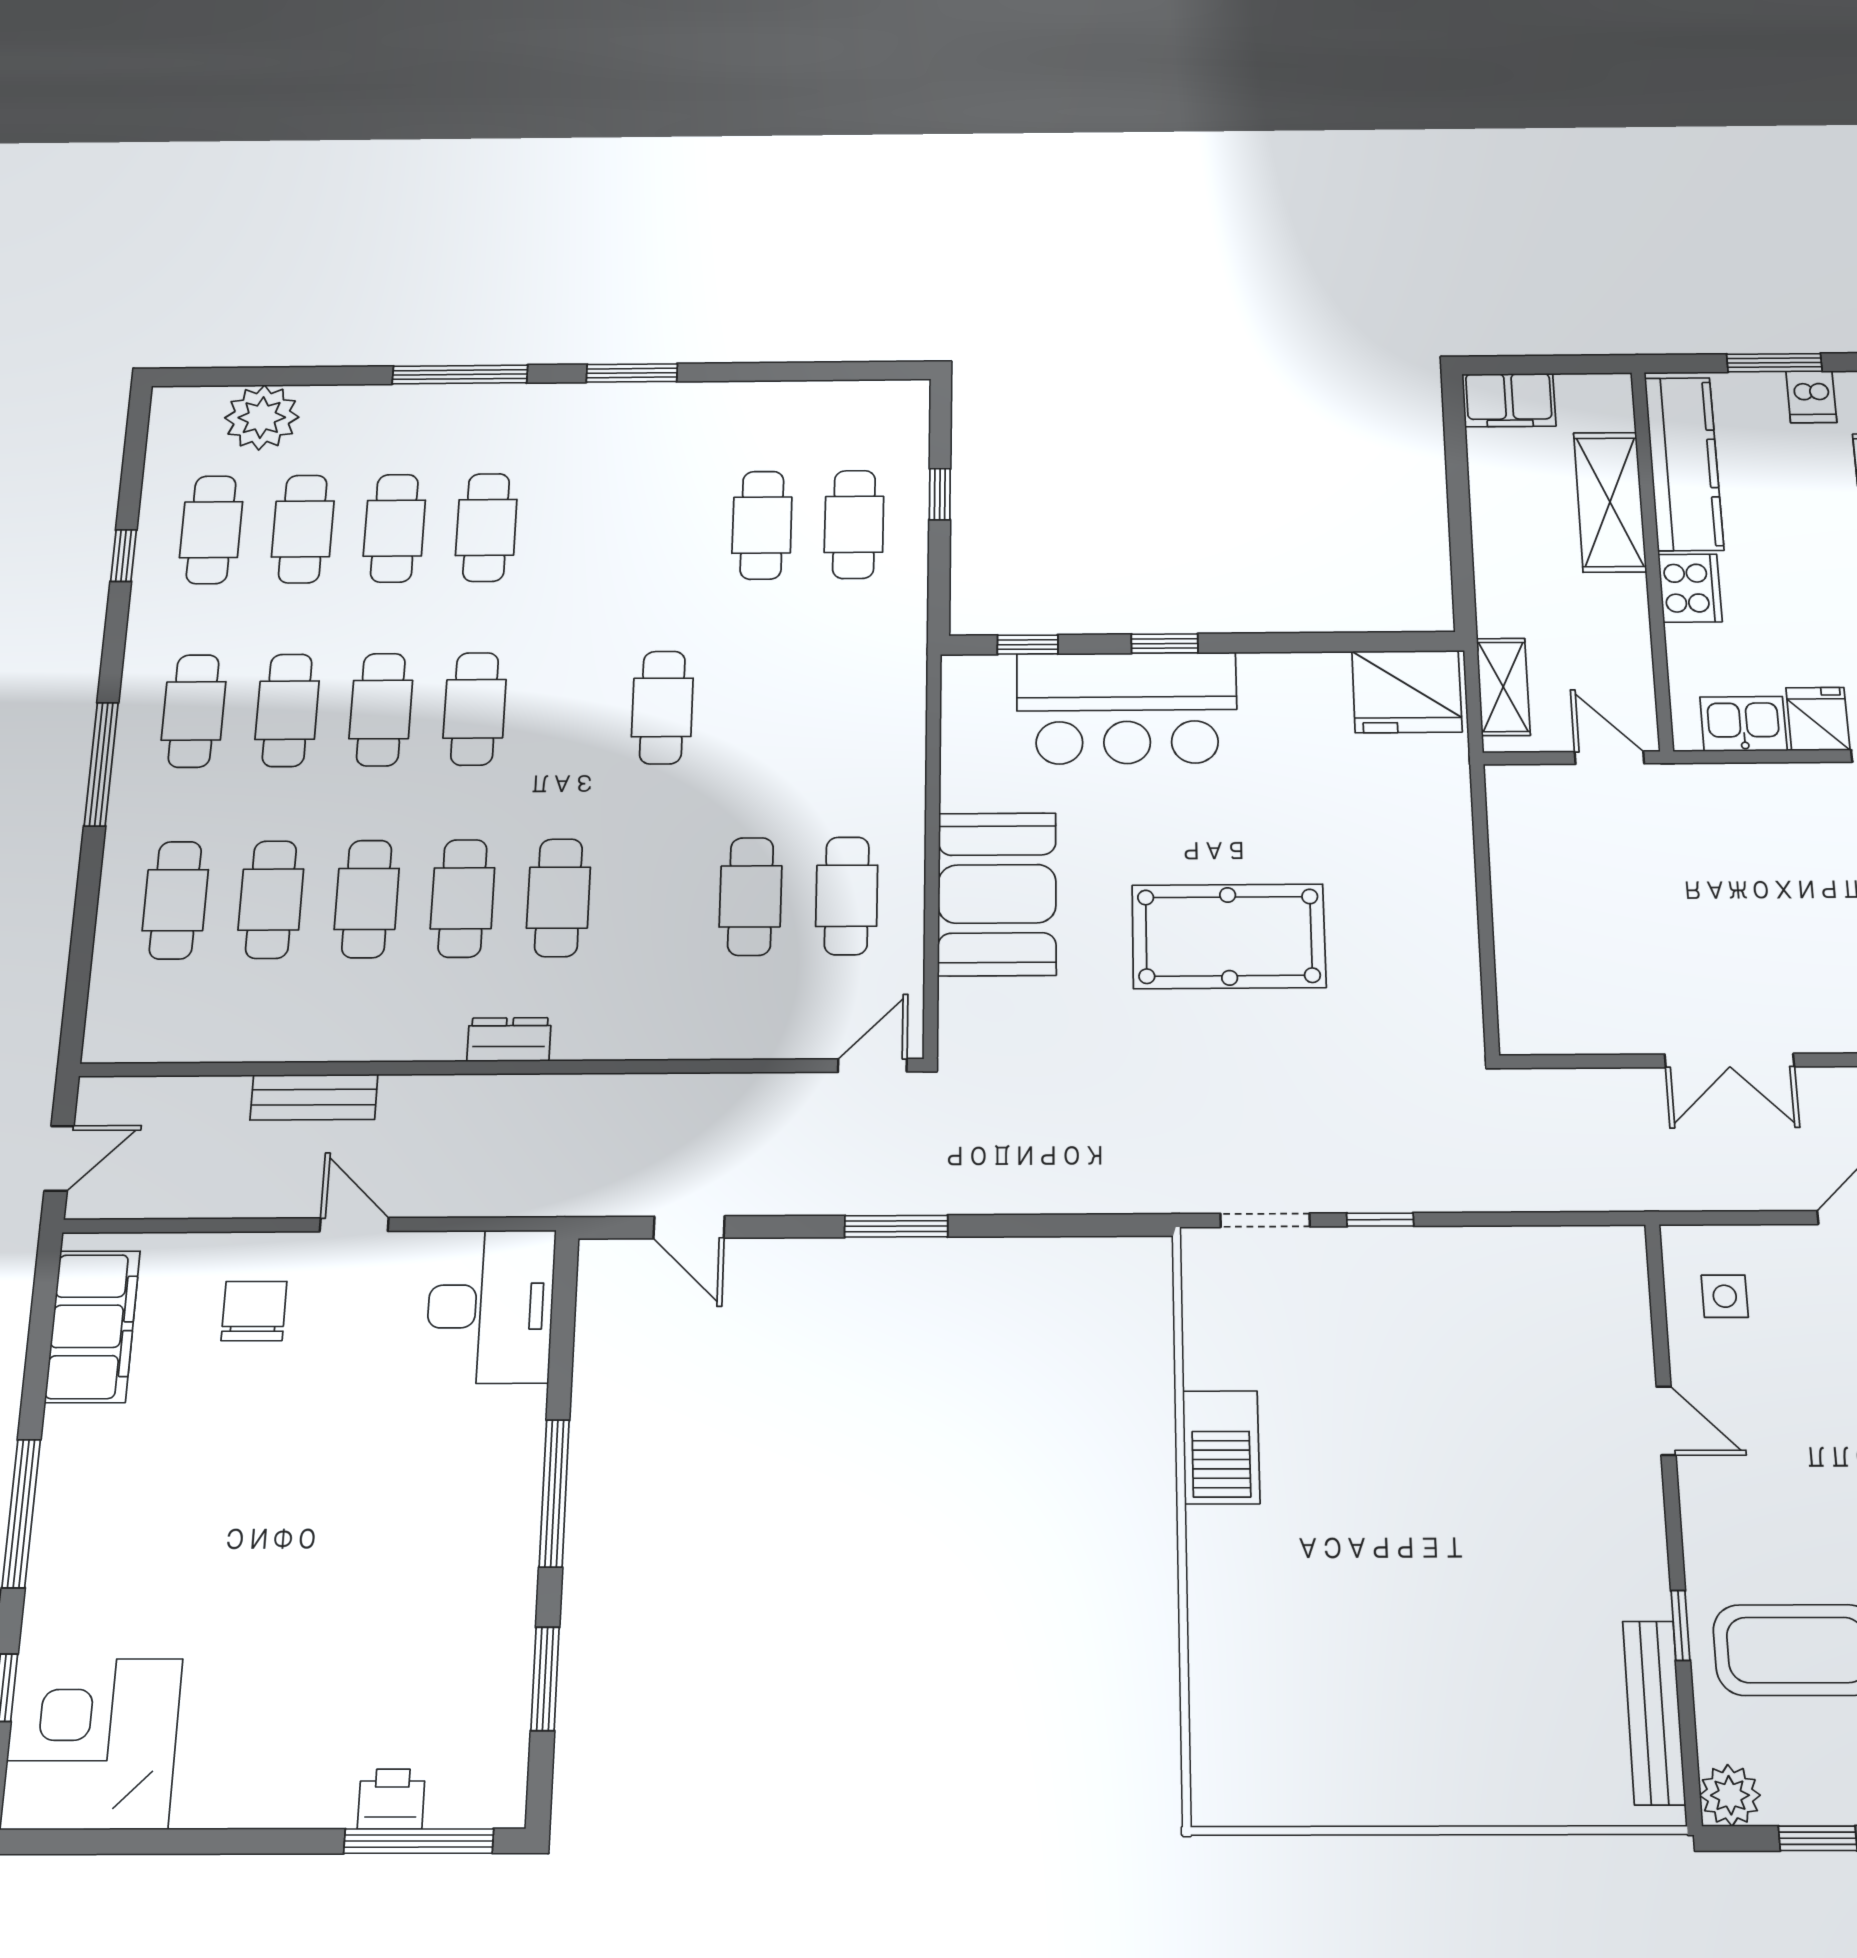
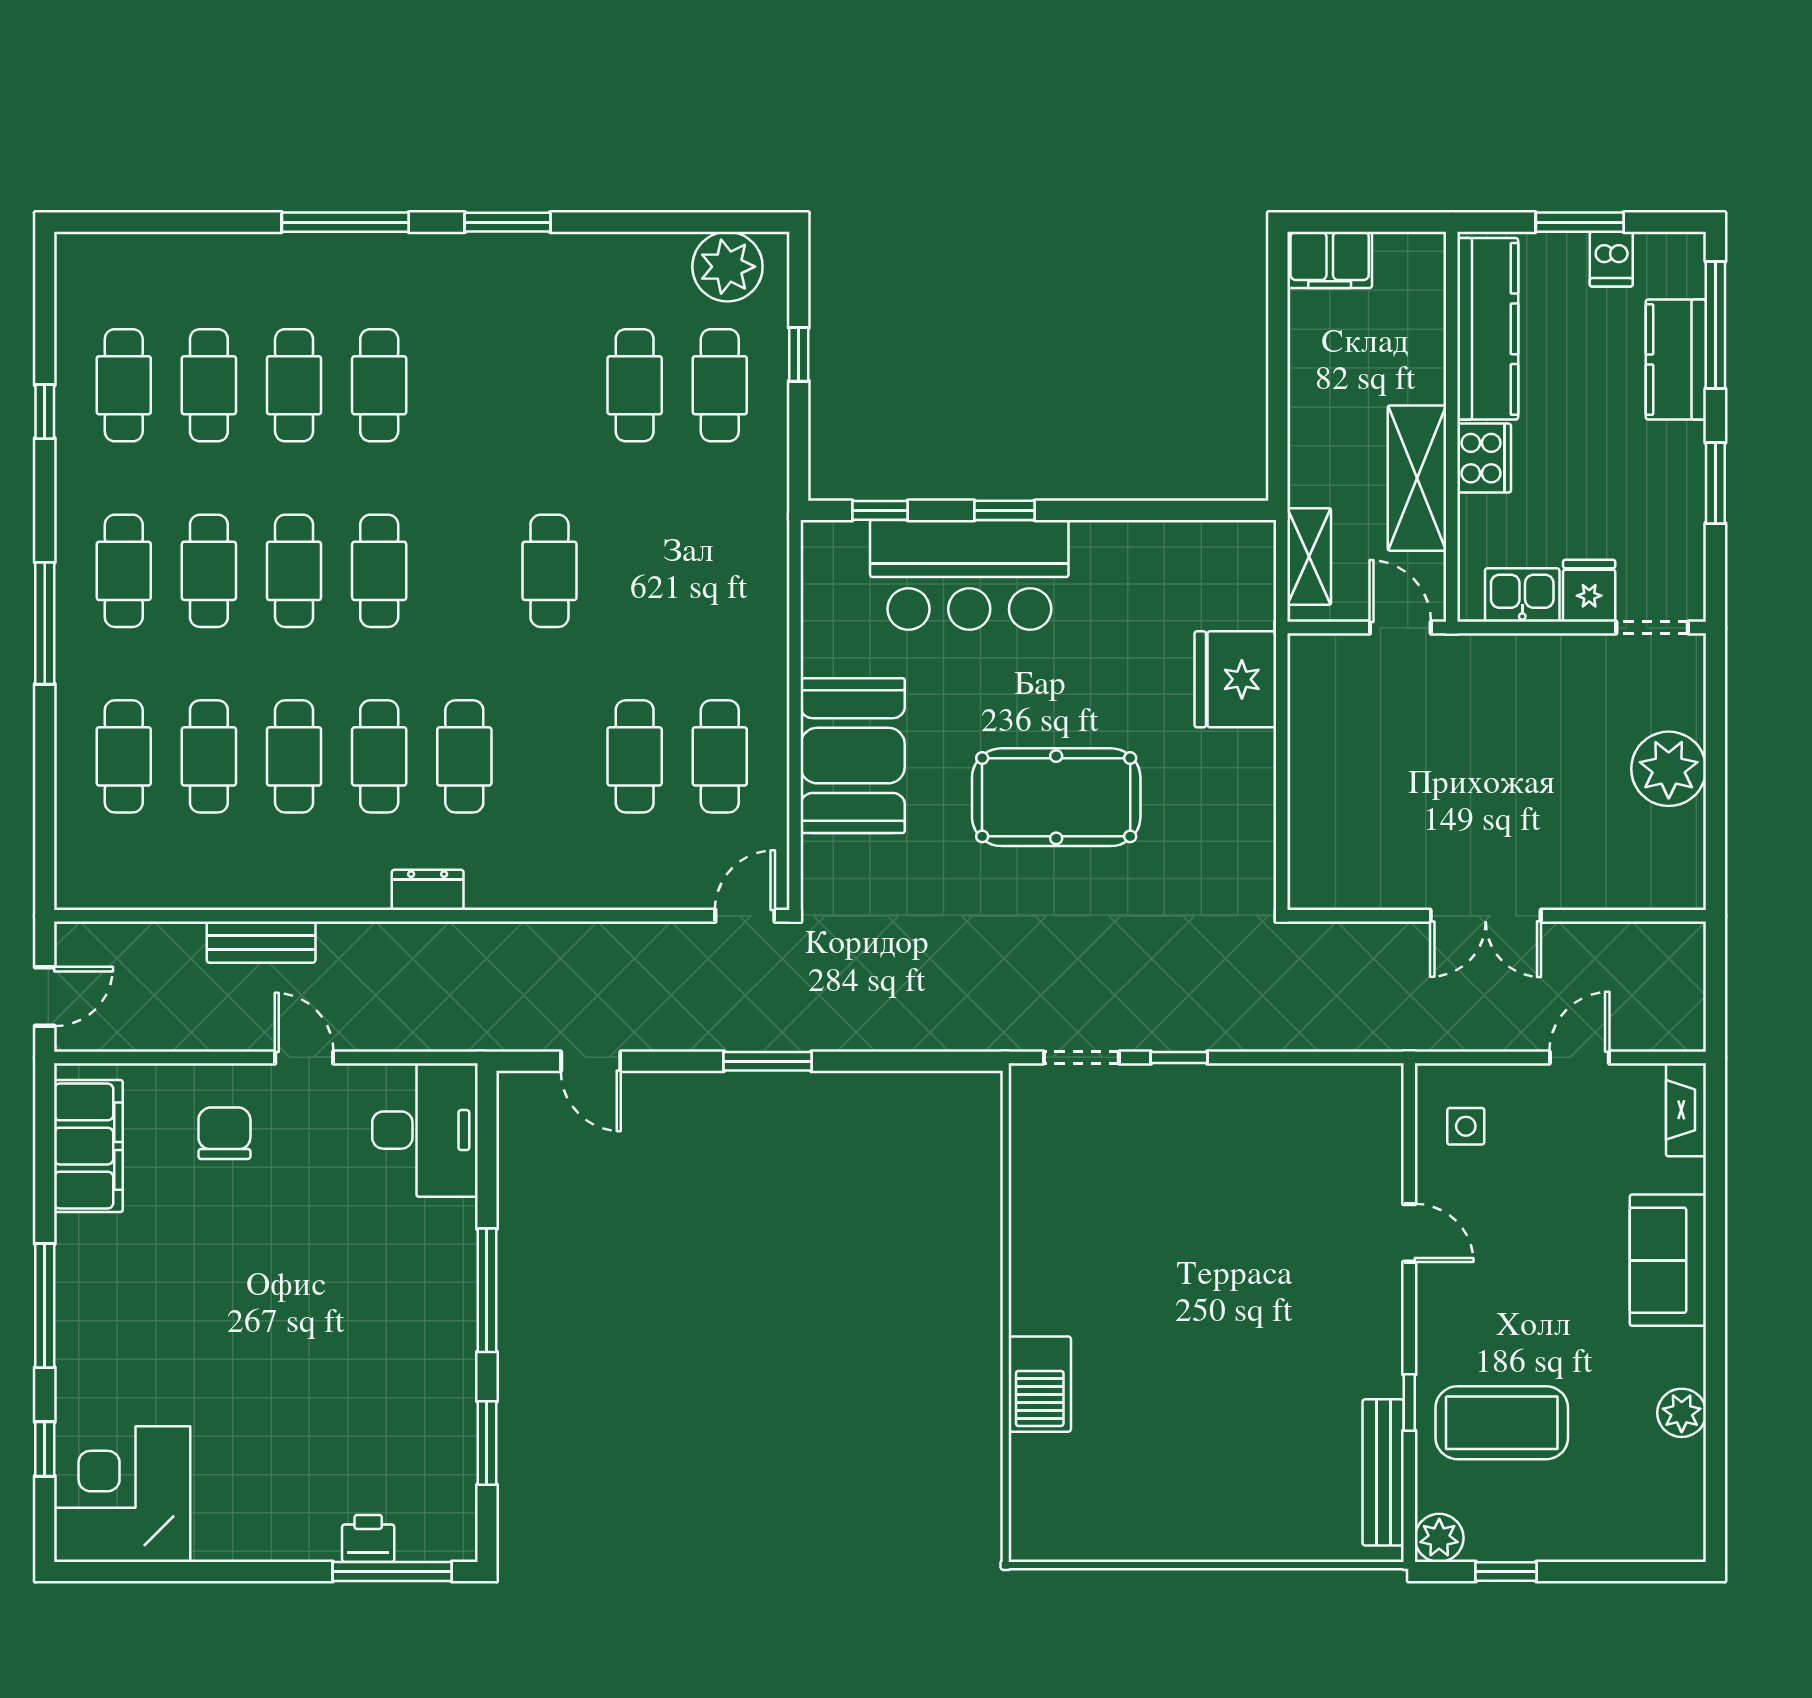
plant: (262, 417) -> (727, 267), moved
shelving: (1610, 502) -> (1417, 478), moved
fridge: (1407, 692) -> (1235, 679), moved, turned 90
barbecue: (1221, 1447) -> (1040, 1384), moved

